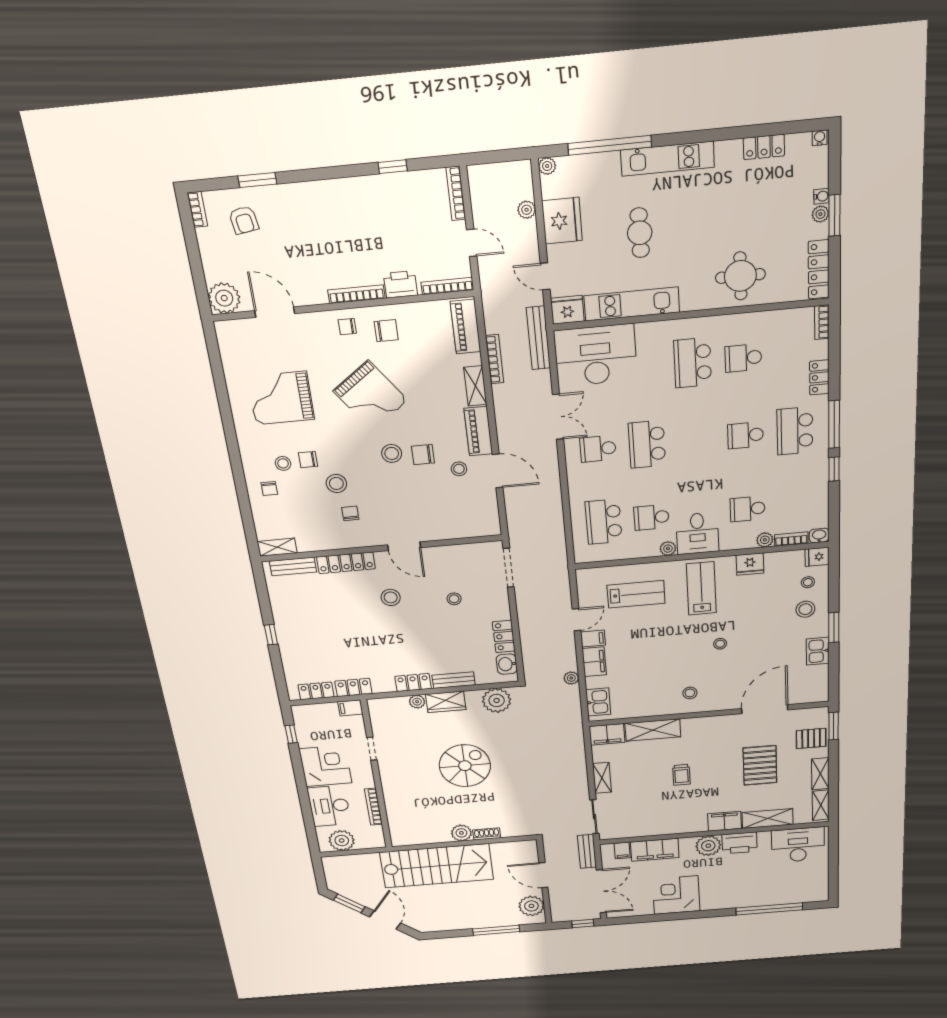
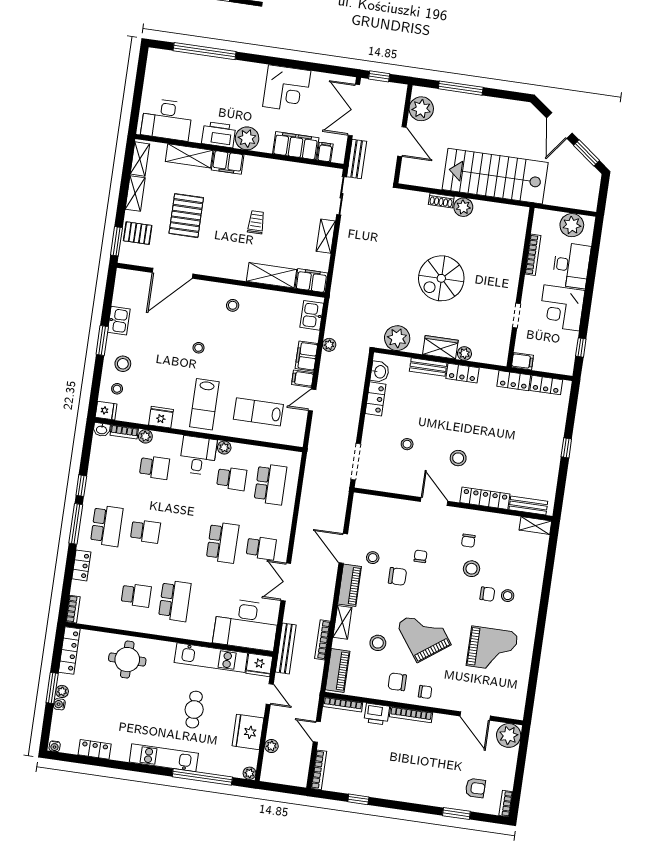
armchair: (244, 220) -> (475, 788), turned 99
stool: (392, 453) -> (378, 643), moved
chair: (269, 488) -> (420, 556), moved

